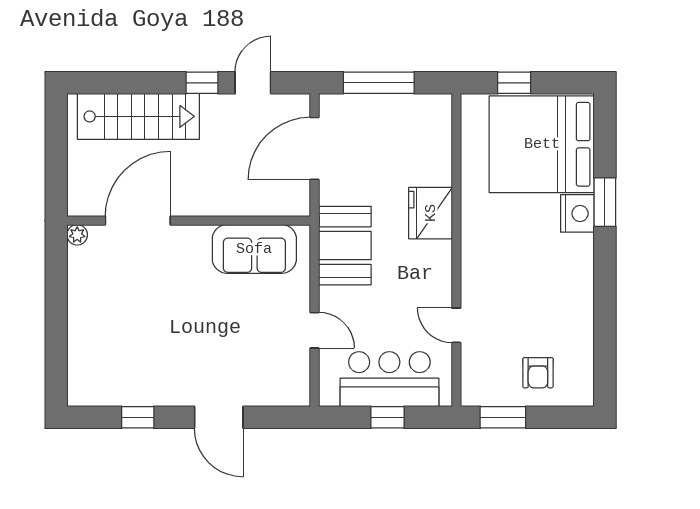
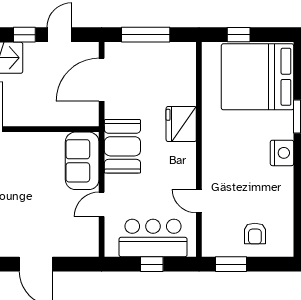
nightstand: (577, 213) -> (282, 153), moved
sofa: (254, 249) -> (82, 161), moved, turned 90
door: (314, 330) -> (102, 204), swing flipped

